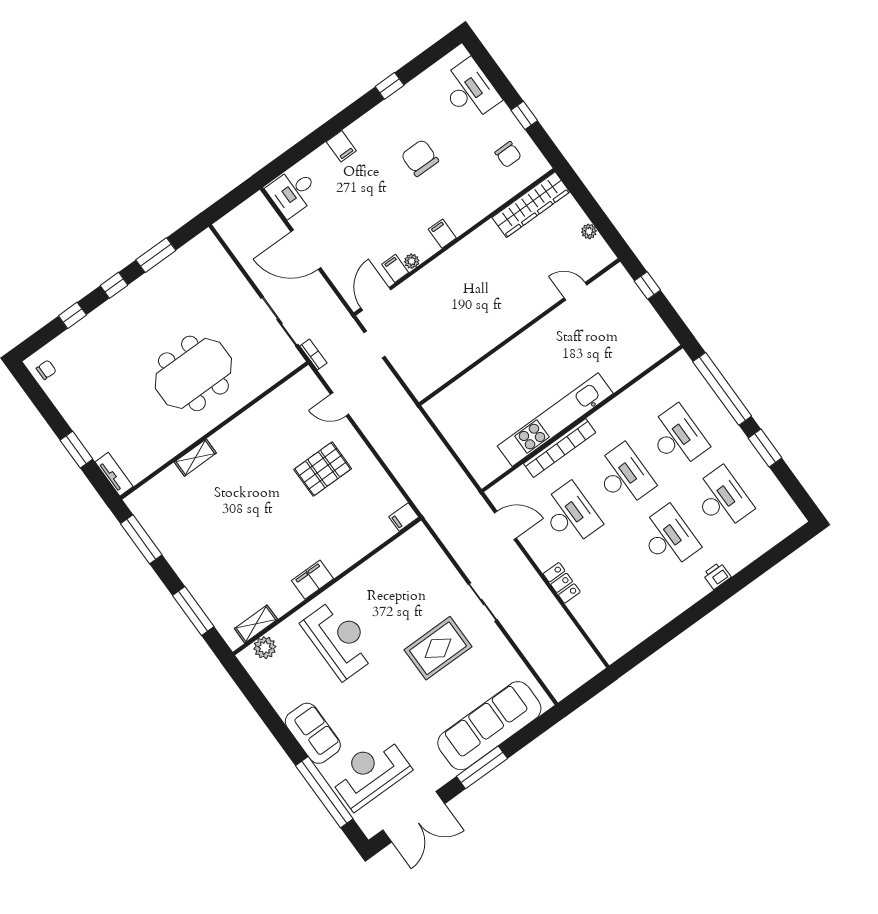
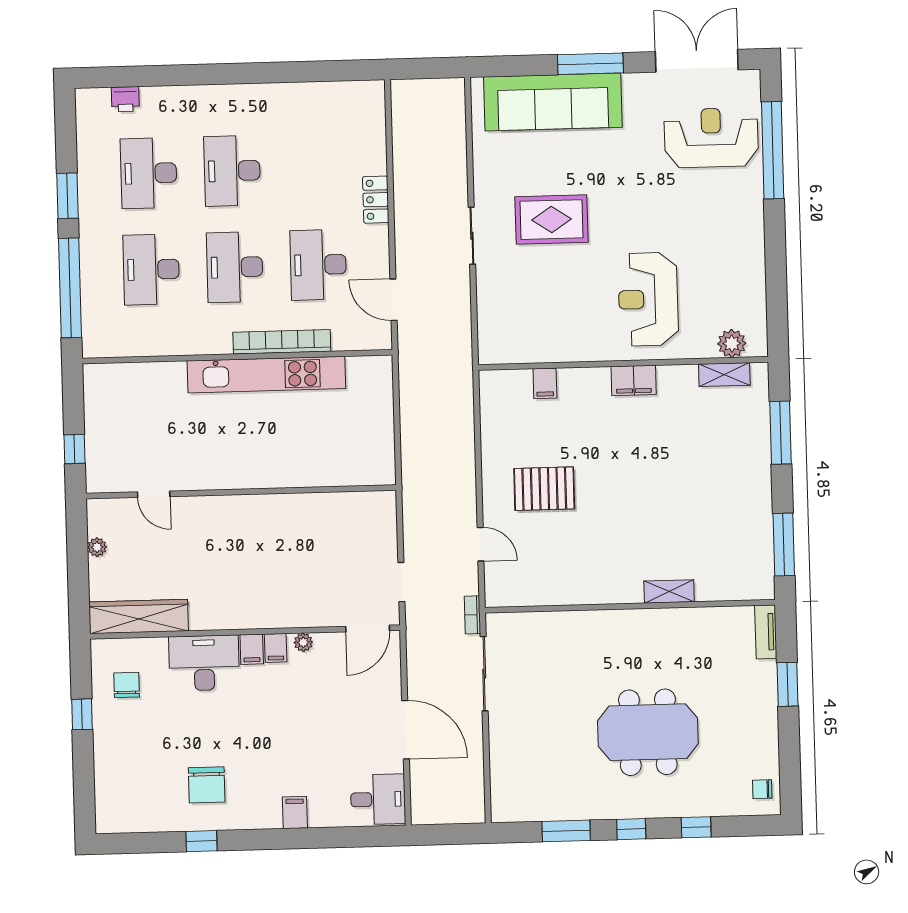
desk: (470, 90) -> (204, 663), moved, turned 90
chair: (420, 158) -> (207, 785), moved
filing cabinet: (395, 268) -> (276, 648), moved
meeting table: (193, 373) -> (648, 732), moved
filing cabinet: (404, 517) -> (545, 383), moved, turned 90
printer: (717, 576) -> (125, 99), moved
sofa: (313, 733) -> (743, 220), removed
reception desk: (370, 773) -> (711, 138), turned 180

